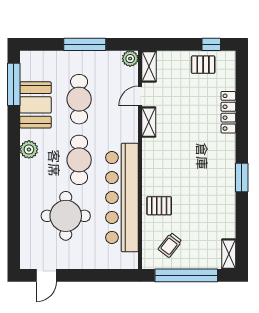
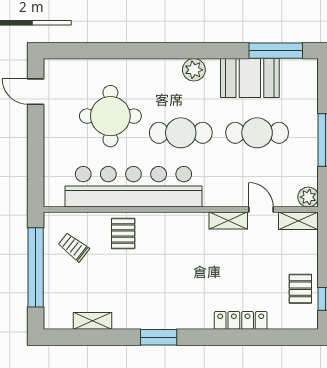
shelving: (229, 254) -> (92, 321), moved

